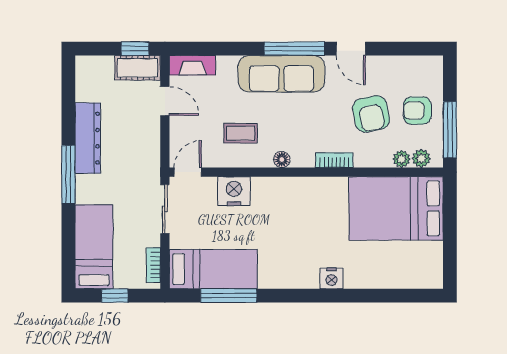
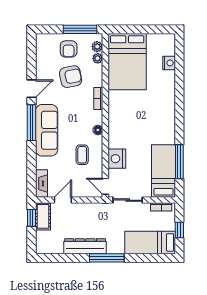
nightstand: (332, 278) -> (169, 63), moved

